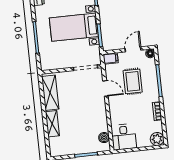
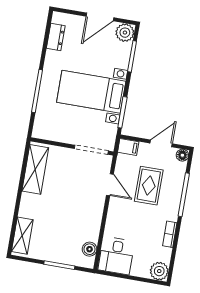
shelving: (52, 124) -> (22, 236), moved

